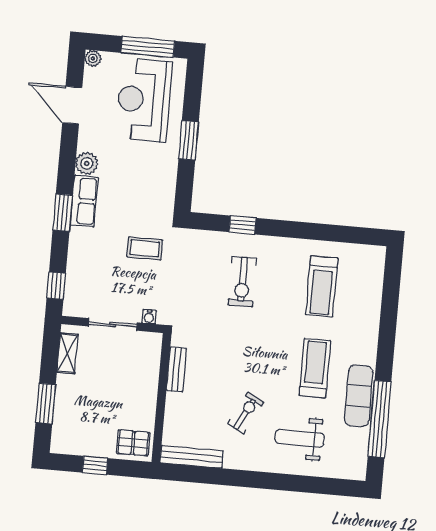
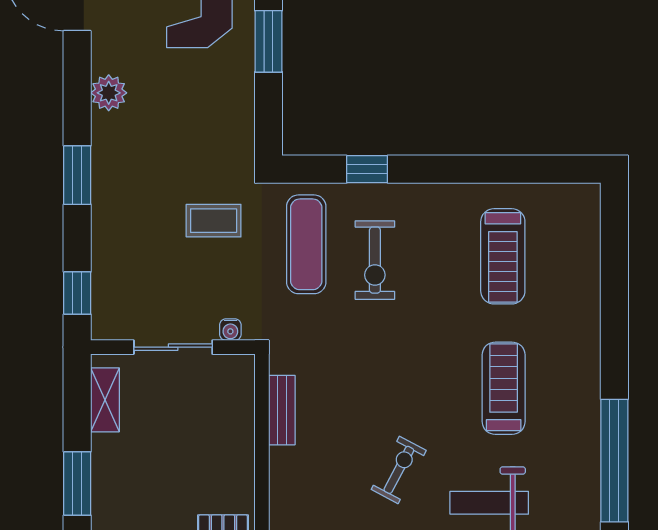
row of seats: (84, 201) -> (110, 154), removed
exercise mat: (359, 396) -> (306, 244), moved

